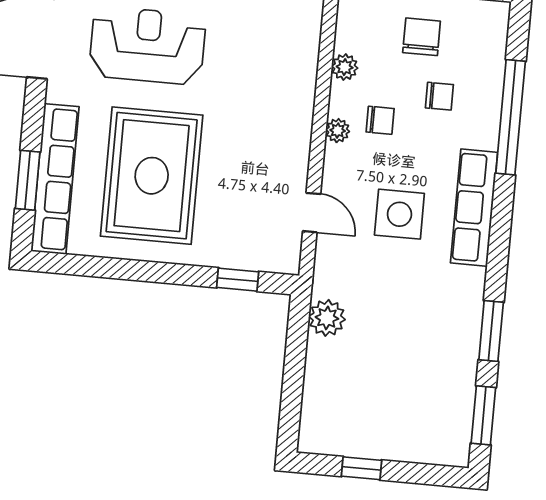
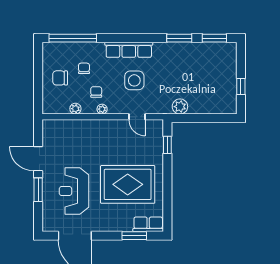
window: (511, 117) -> (73, 38), moved
row of seats: (55, 179) -> (148, 224), width x0.50
door: (312, 213) -> (137, 117), swing flipped

